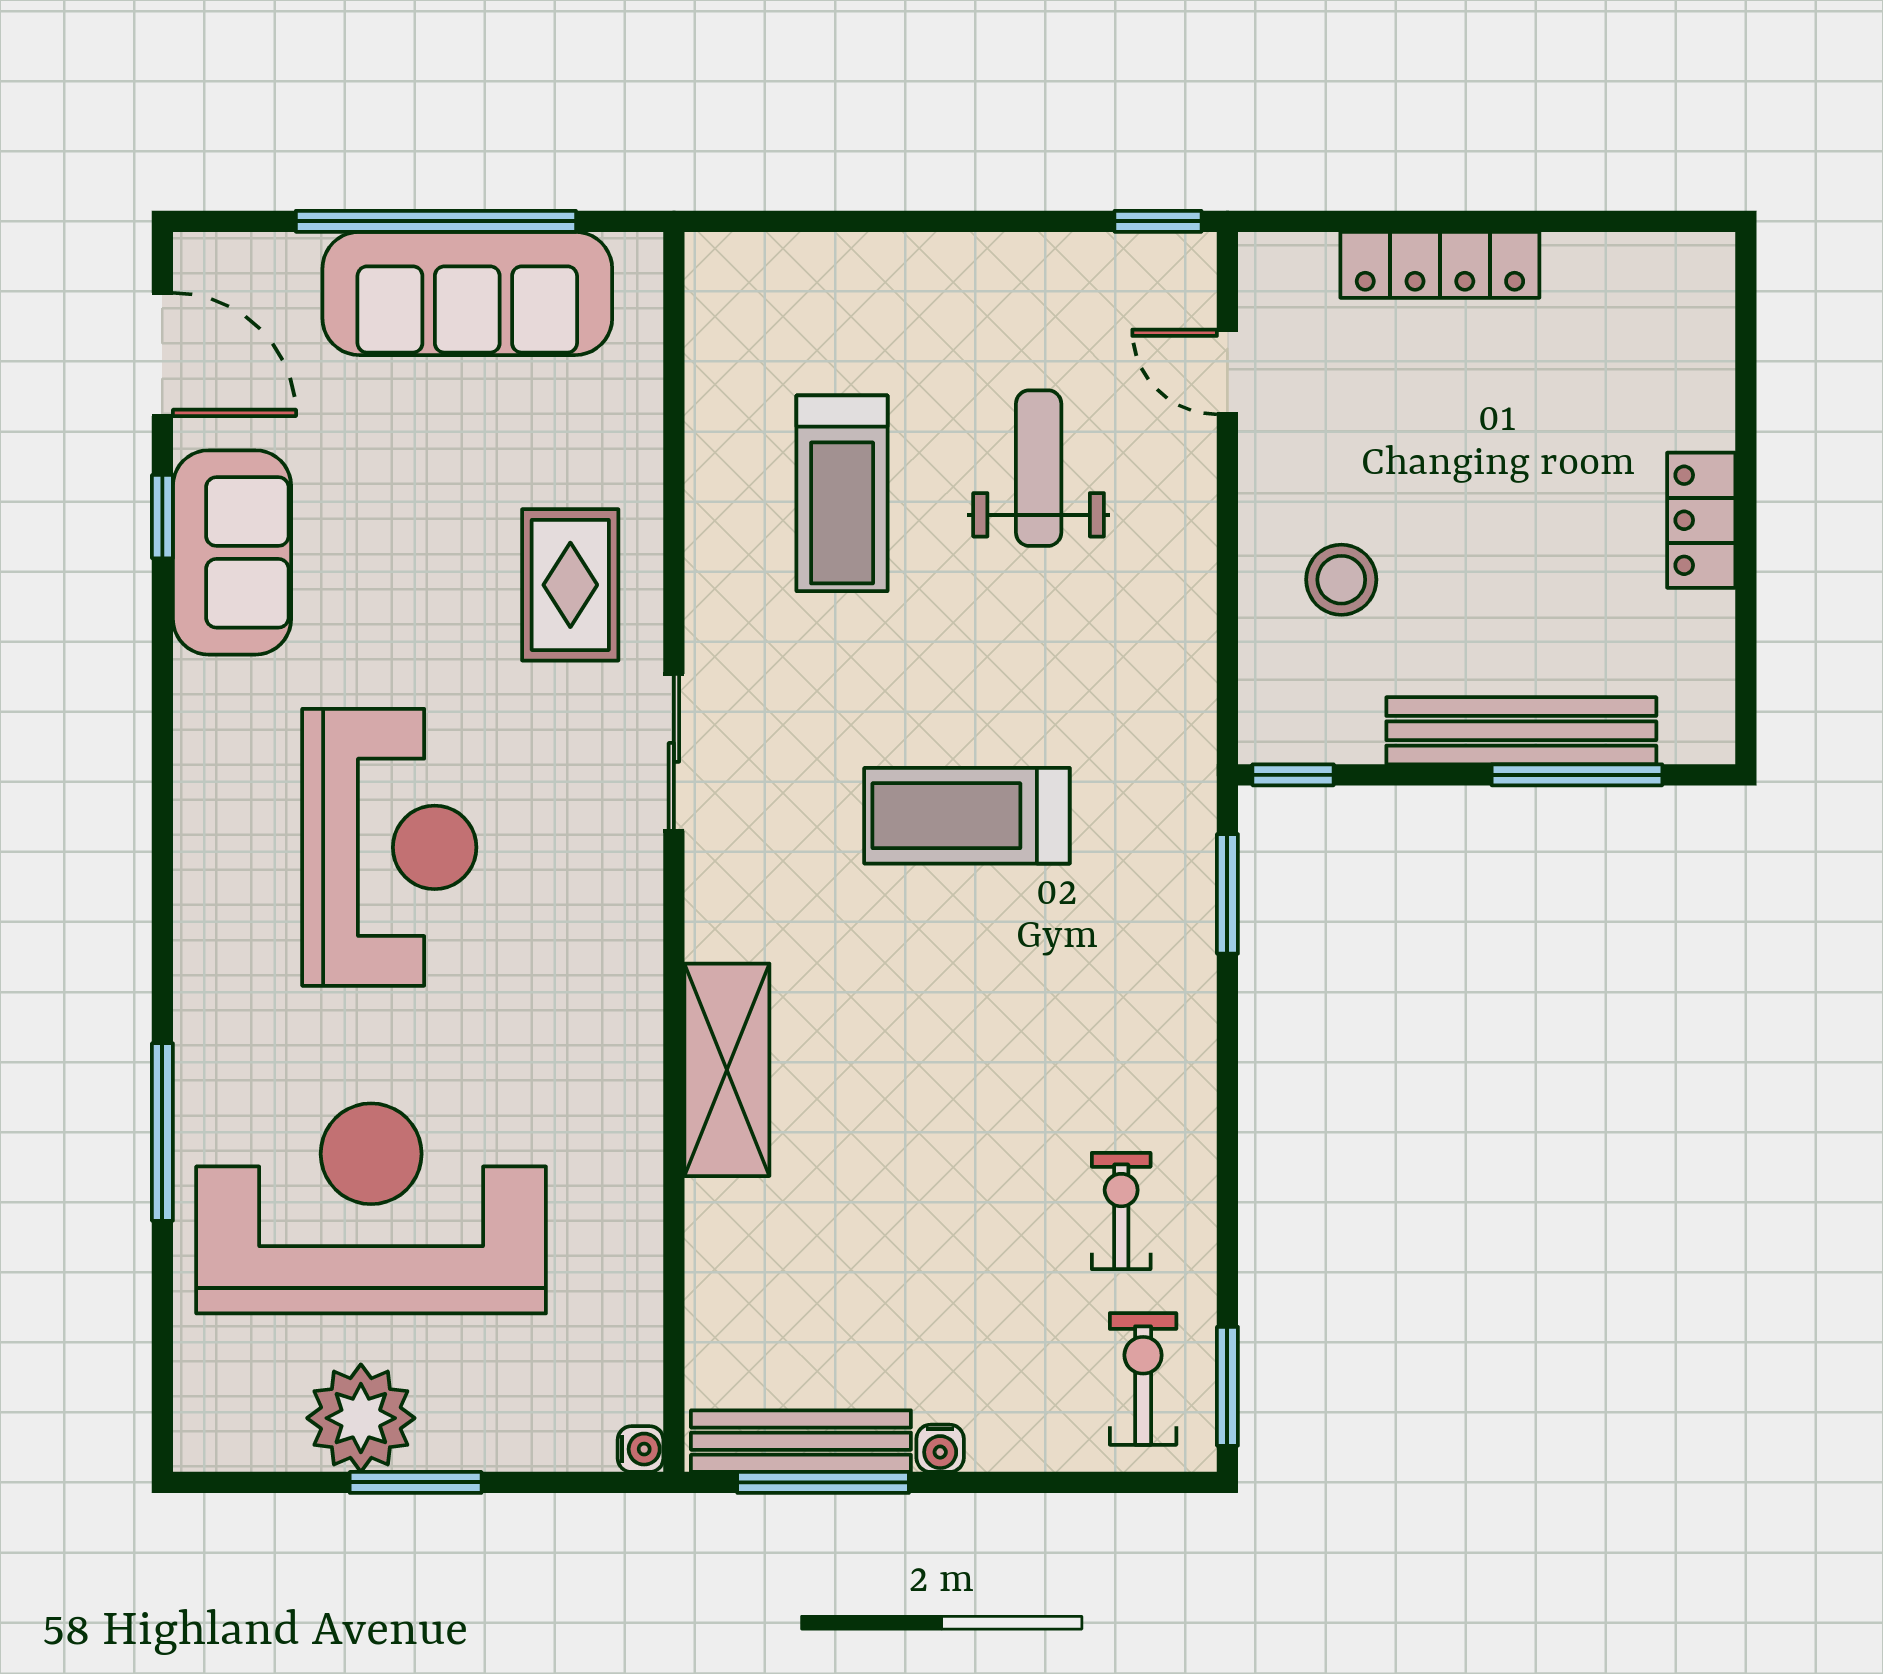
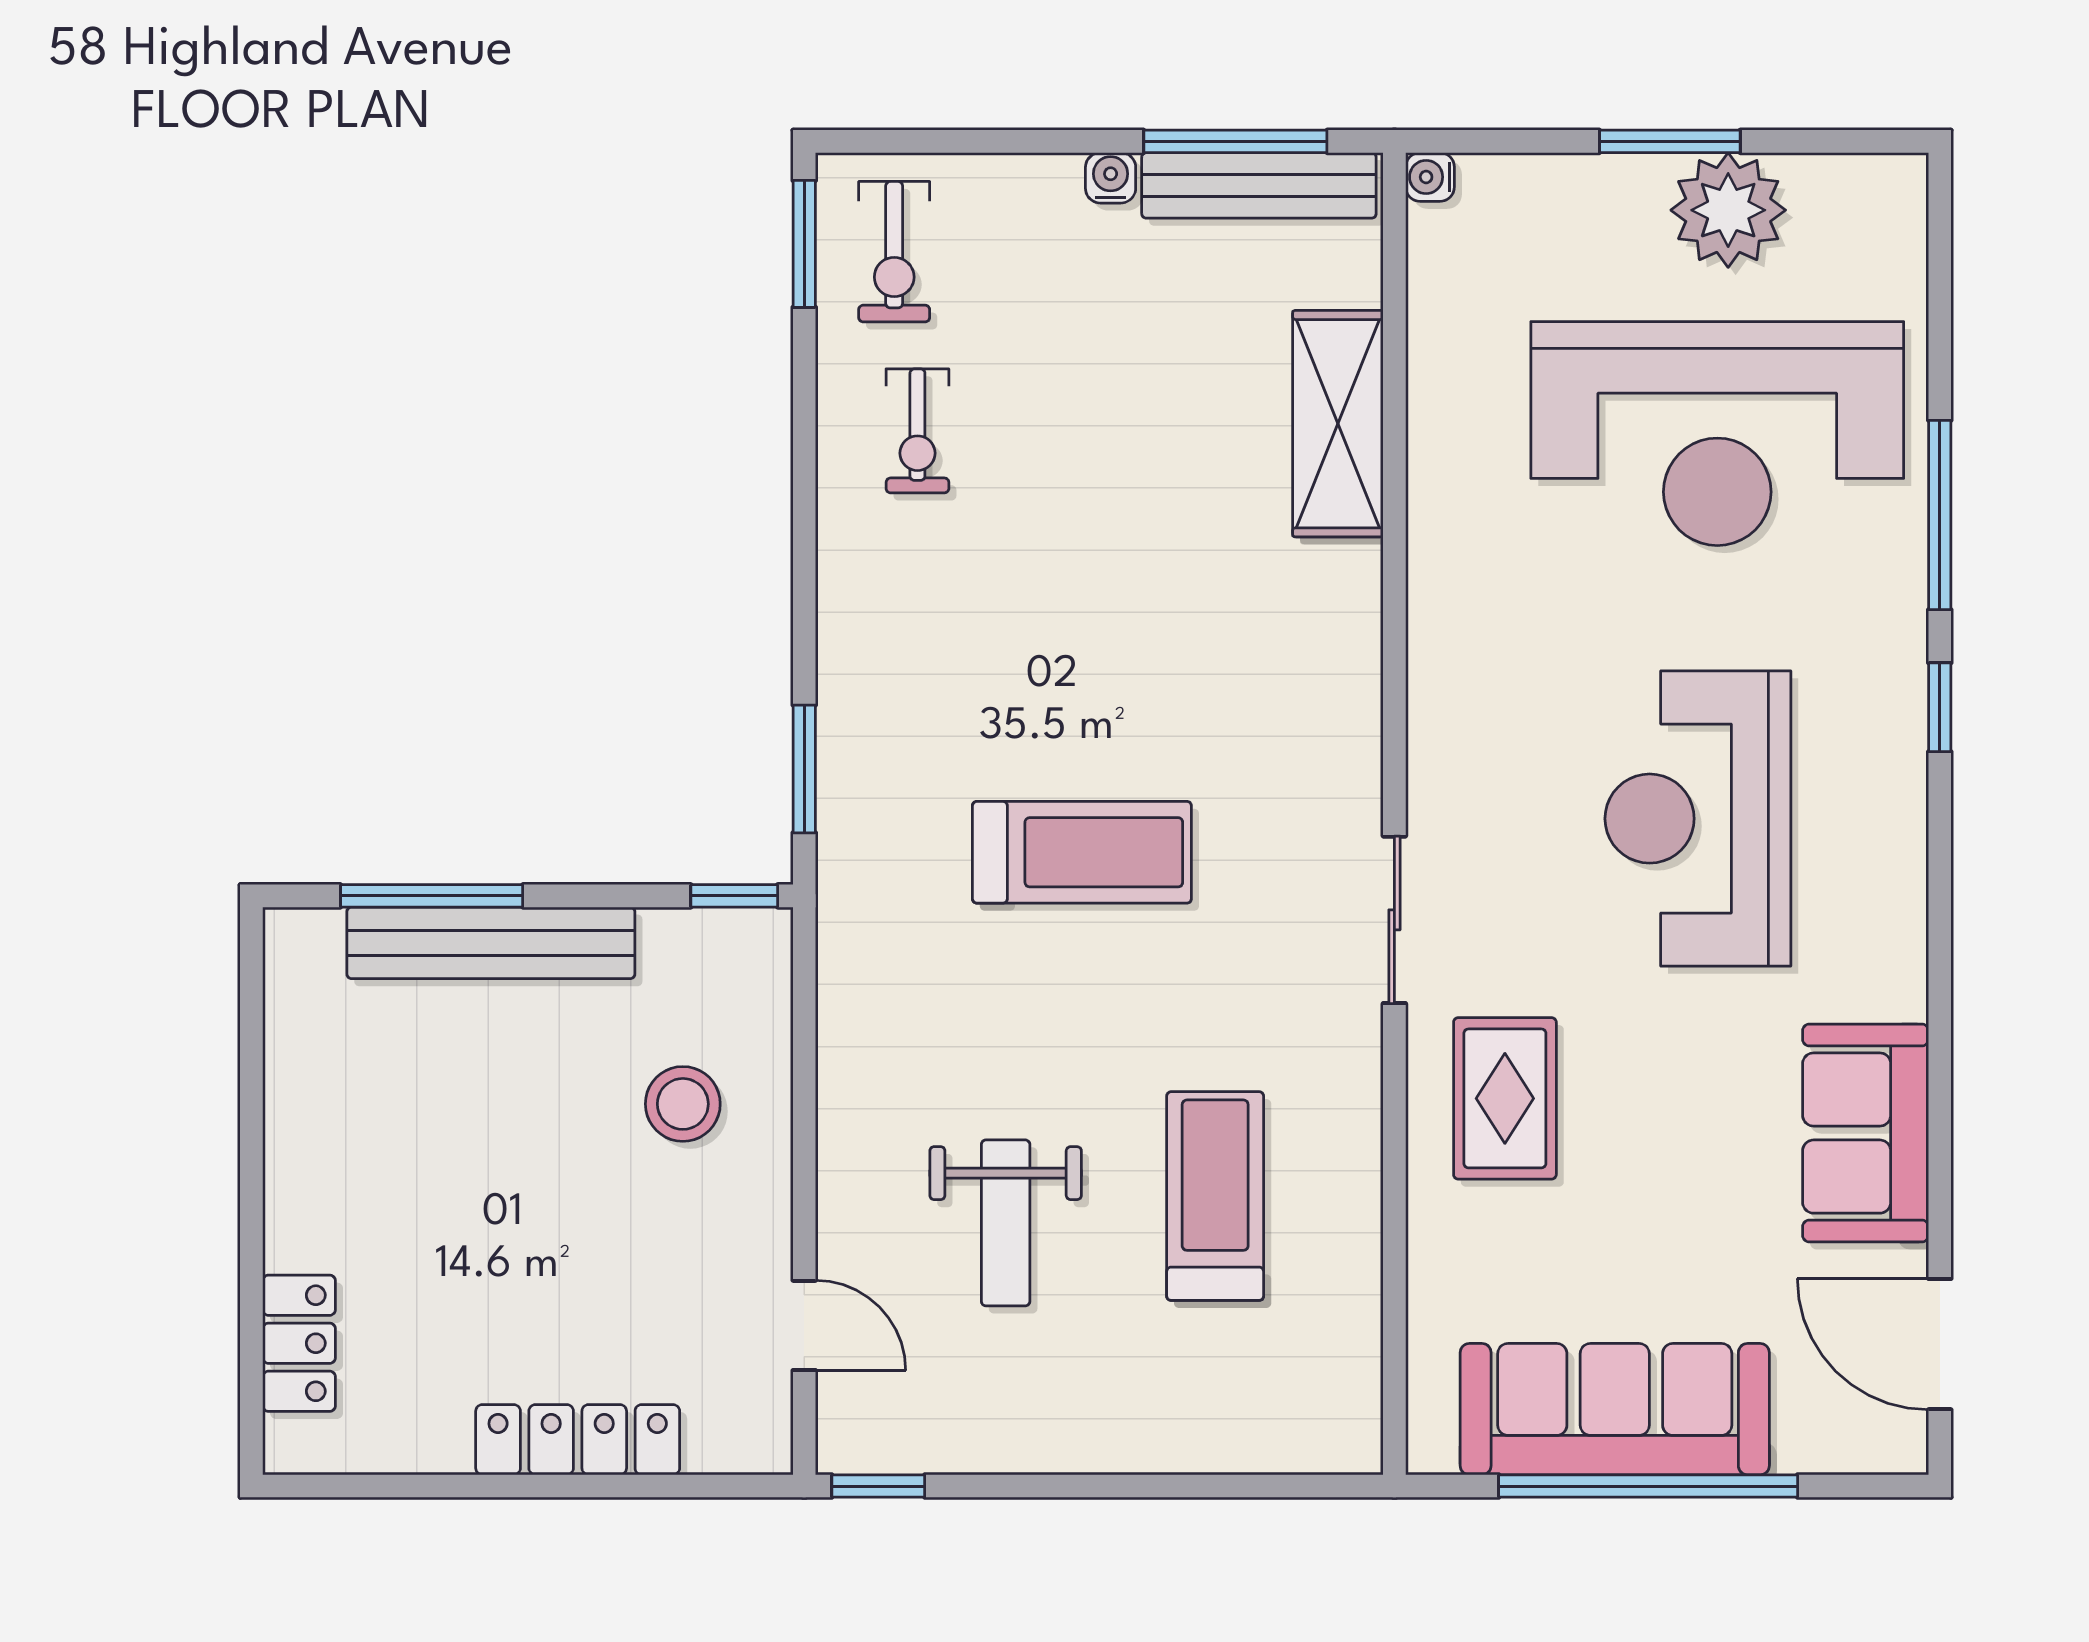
window: (162, 517) -> (1940, 707), moved
locker: (1701, 520) -> (299, 1343), moved
shelving: (727, 1070) -> (1338, 424), moved

